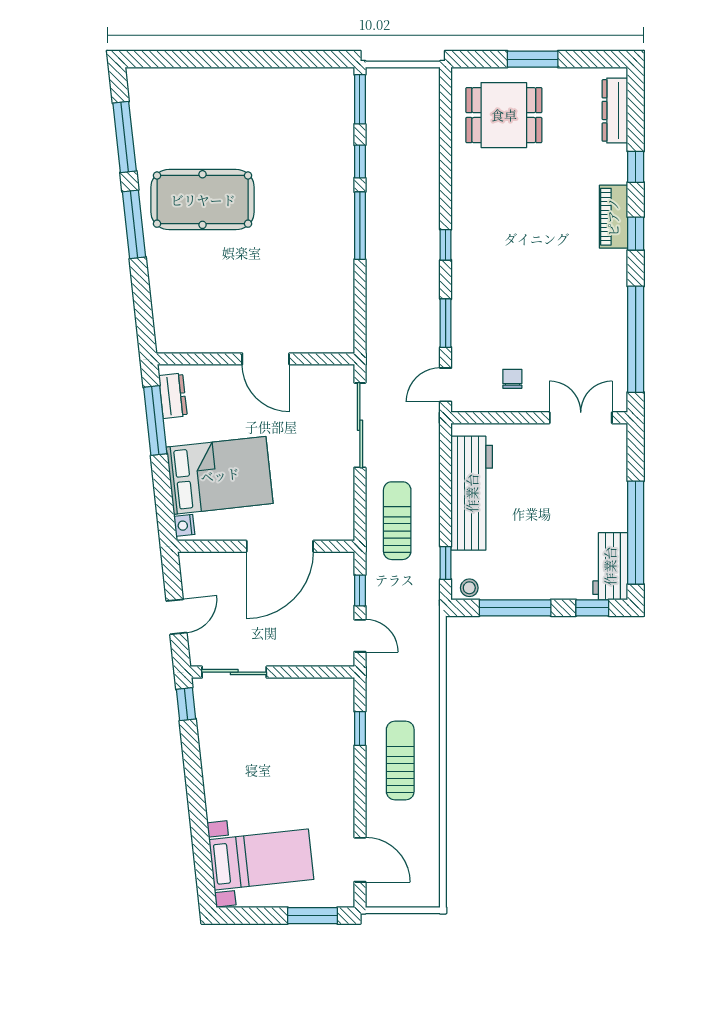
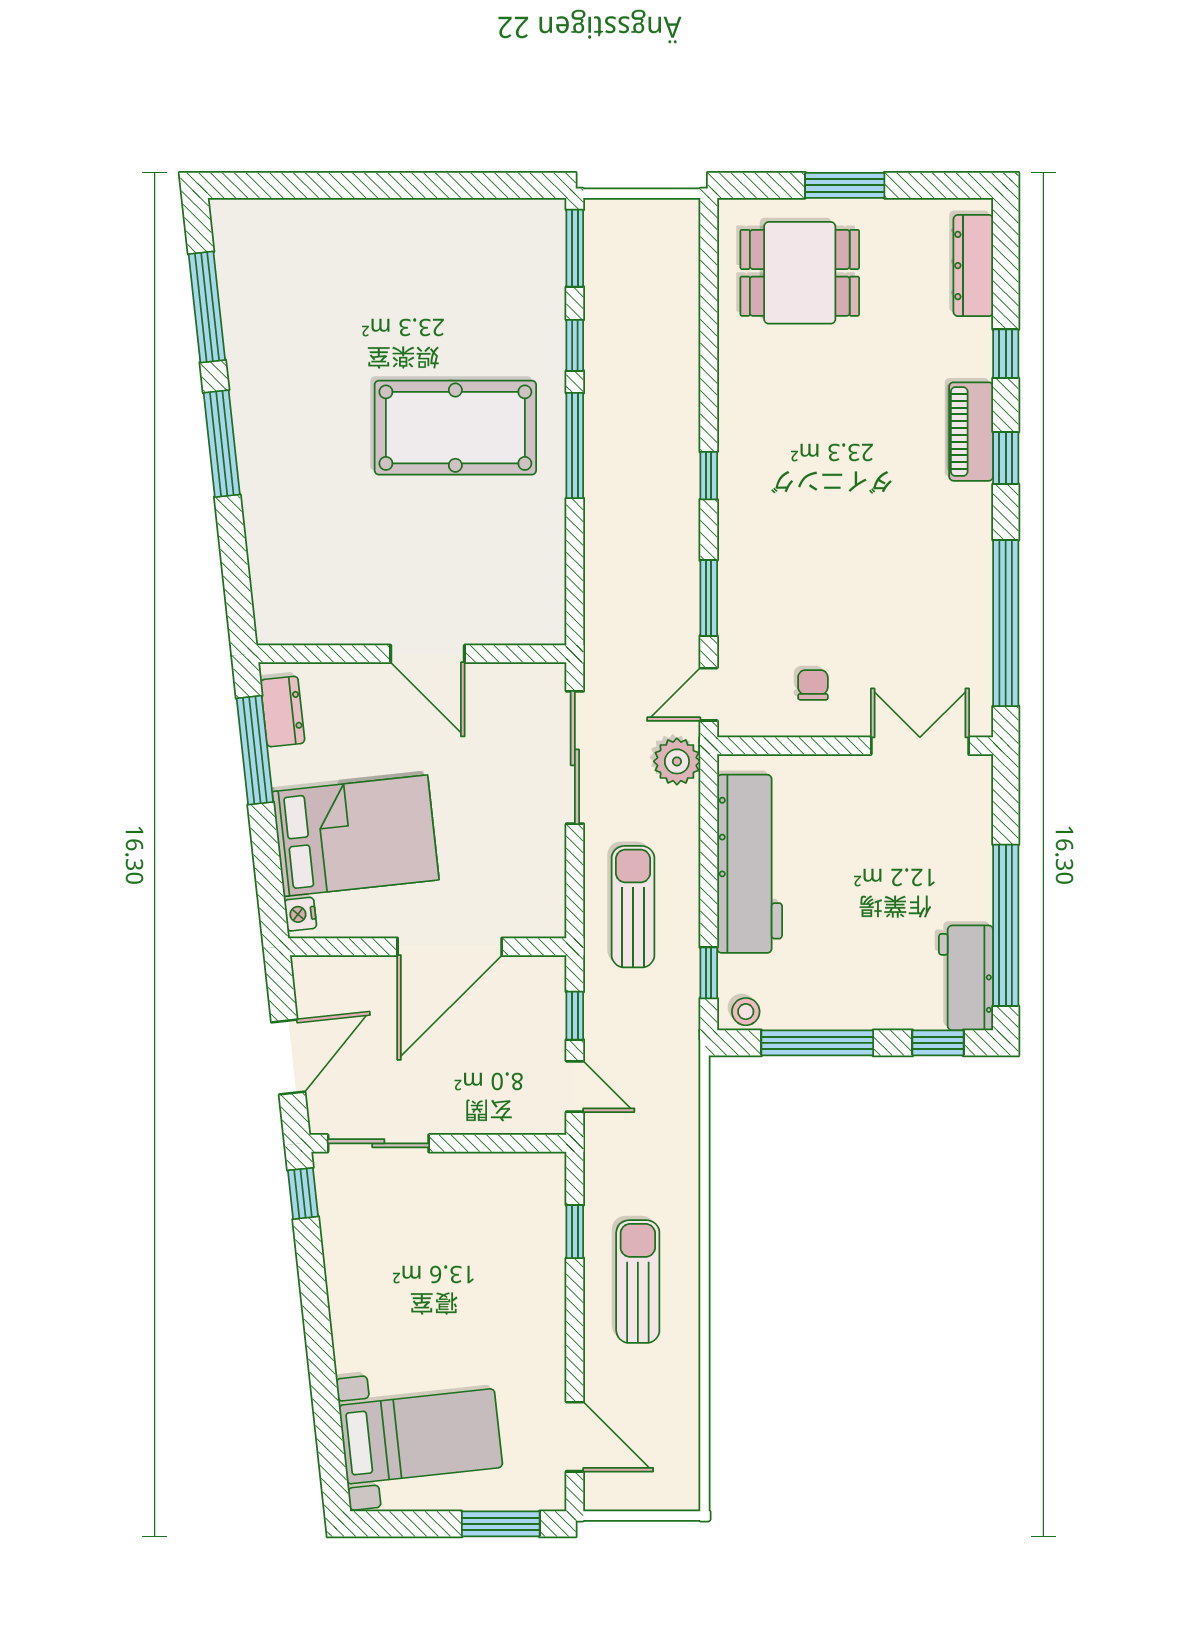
pool table: (203, 200) -> (455, 428), moved
plant: (425, 428) -> (677, 761), added
door: (177, 617) -> (288, 1057), width x1.38

